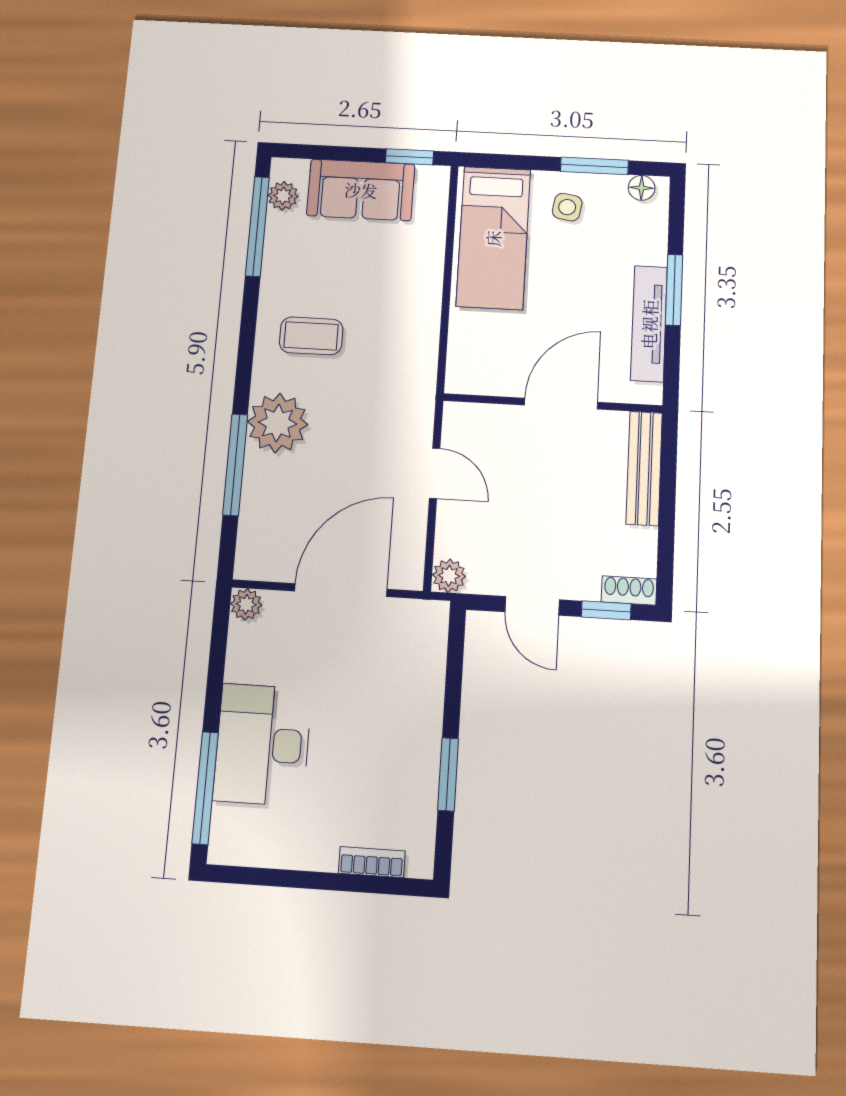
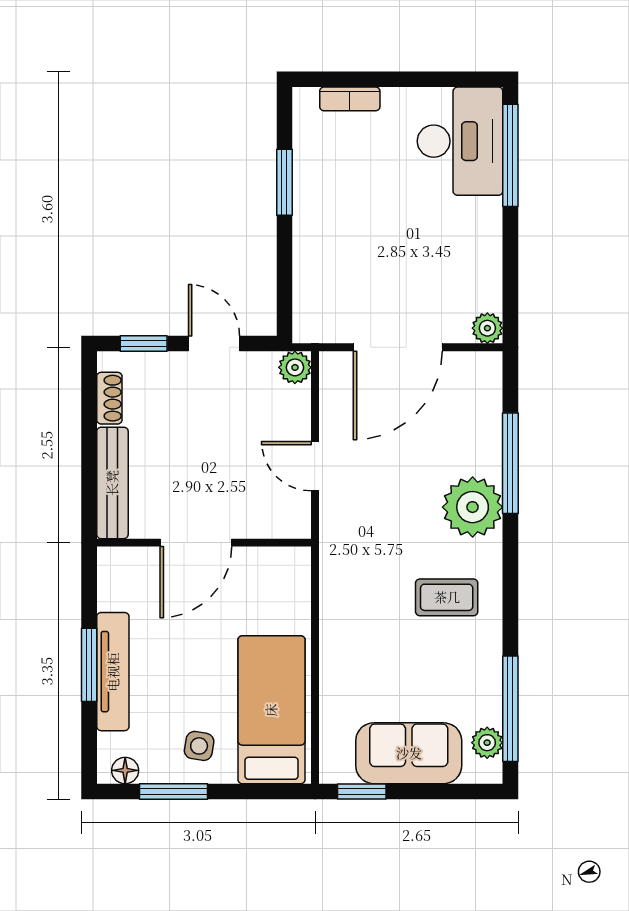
tv unit: (649, 324) -> (113, 672), moved
shoe rack: (629, 590) -> (109, 398), moved, turned -90
desk: (263, 745) -> (460, 141), moved

